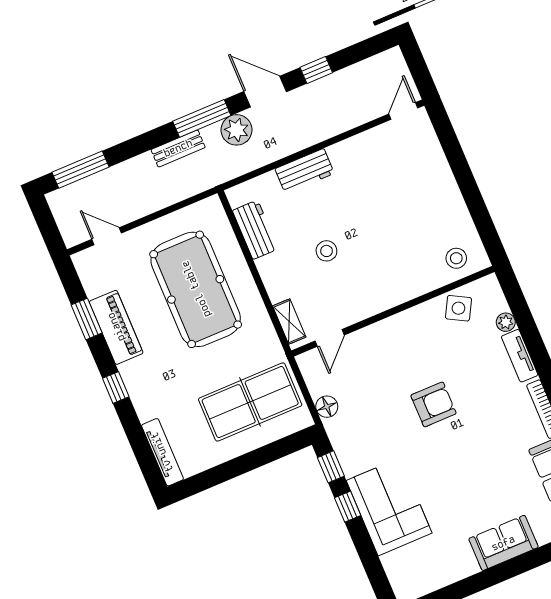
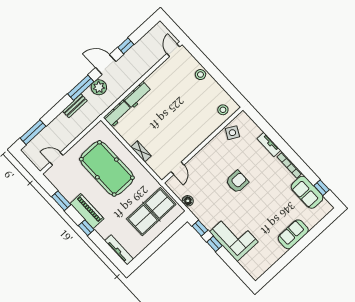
workbench: (255, 230) -> (118, 114), moved, turned 90
stool: (326, 251) -> (200, 75), moved
shelving: (289, 322) -> (141, 151), moved
plant: (506, 322) -> (257, 131), removed
piano: (116, 327) -> (87, 211), moved

